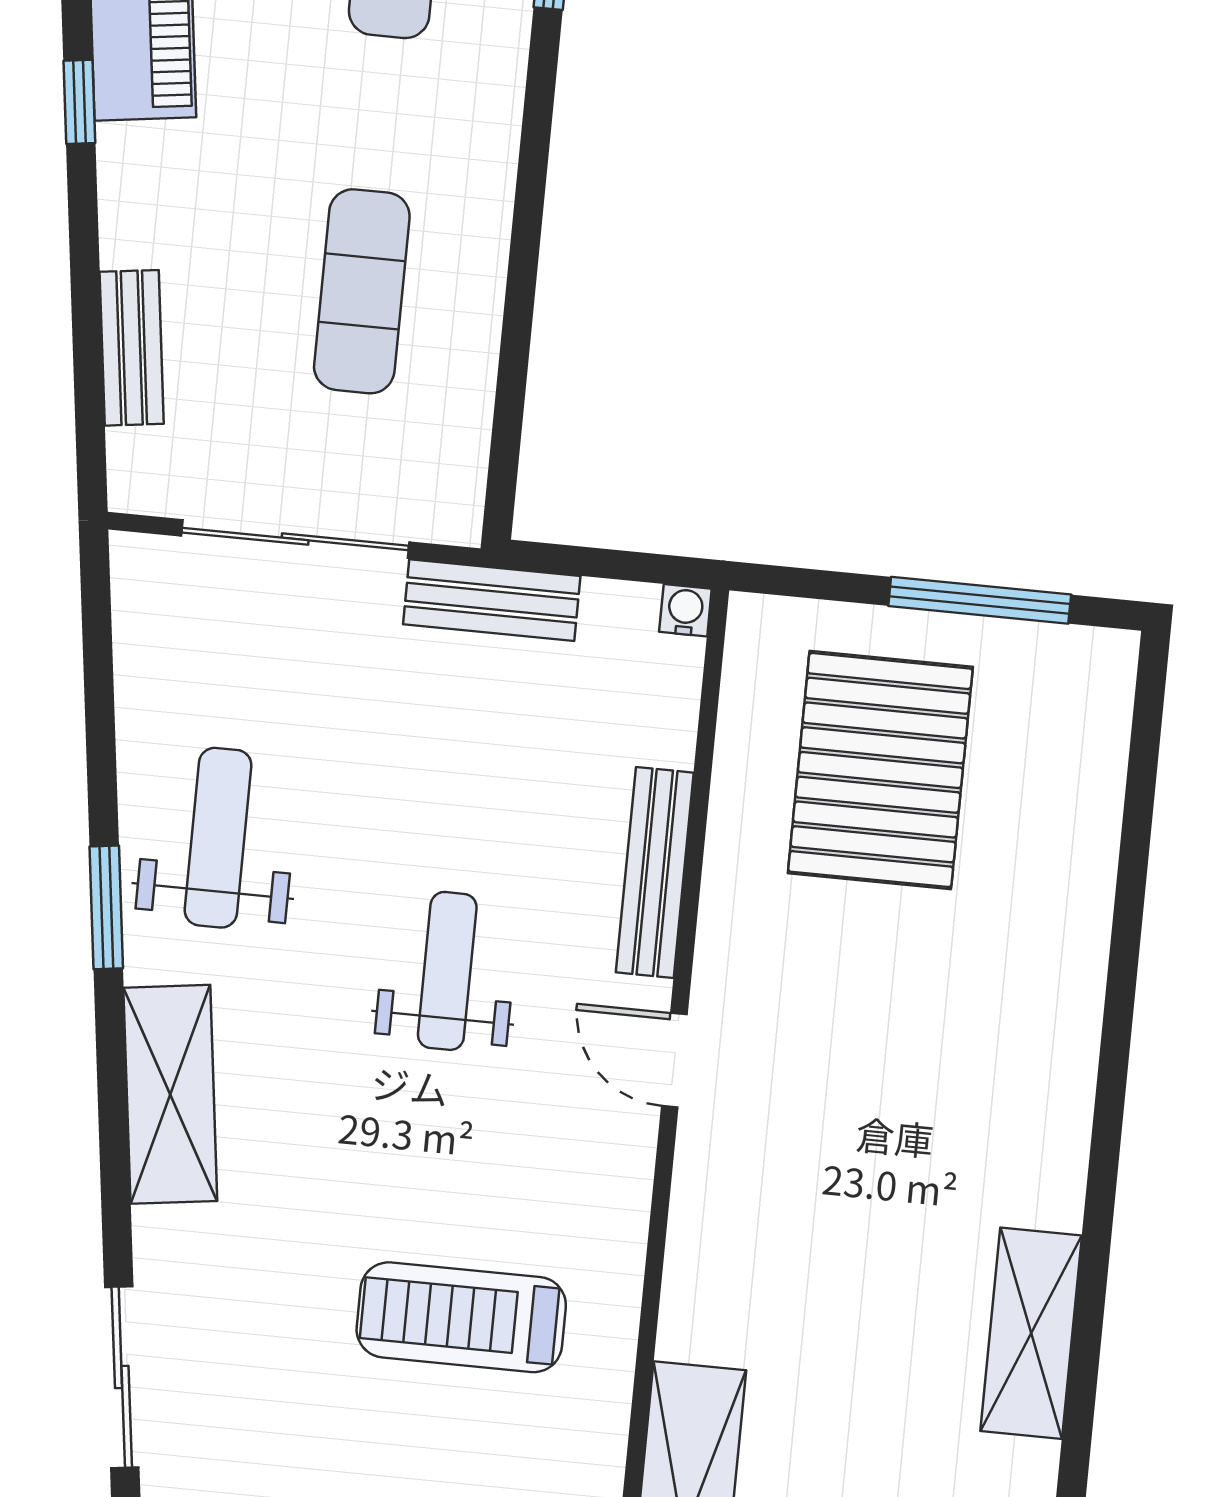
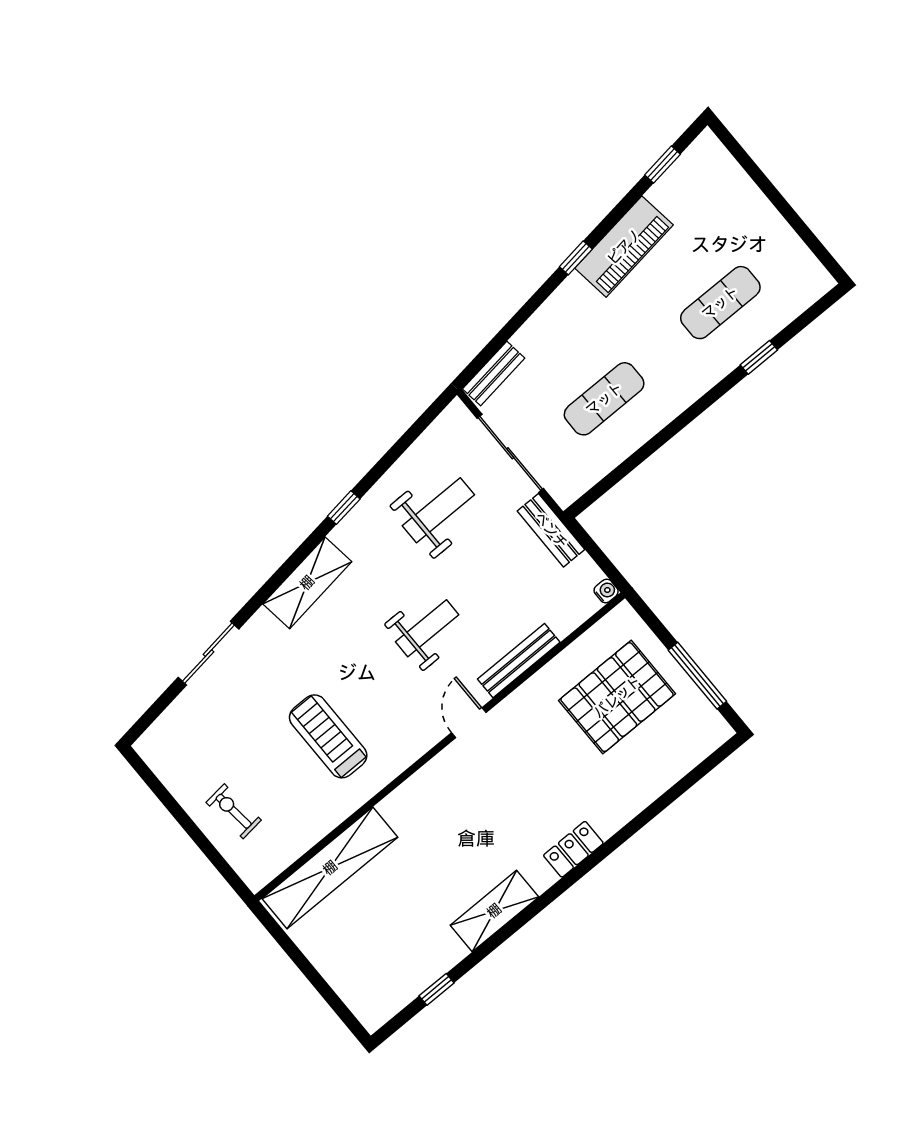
bench: (132, 348) -> (494, 374), moved
weight bench: (218, 838) -> (438, 510), moved
window: (106, 907) -> (344, 508), width x0.67
locker: (1061, 1098) -> (573, 849), added

